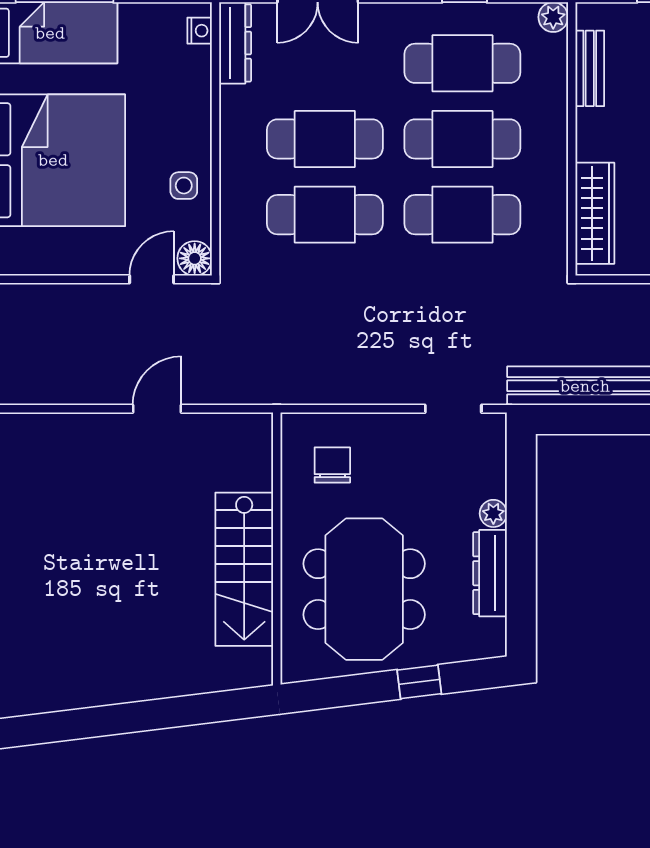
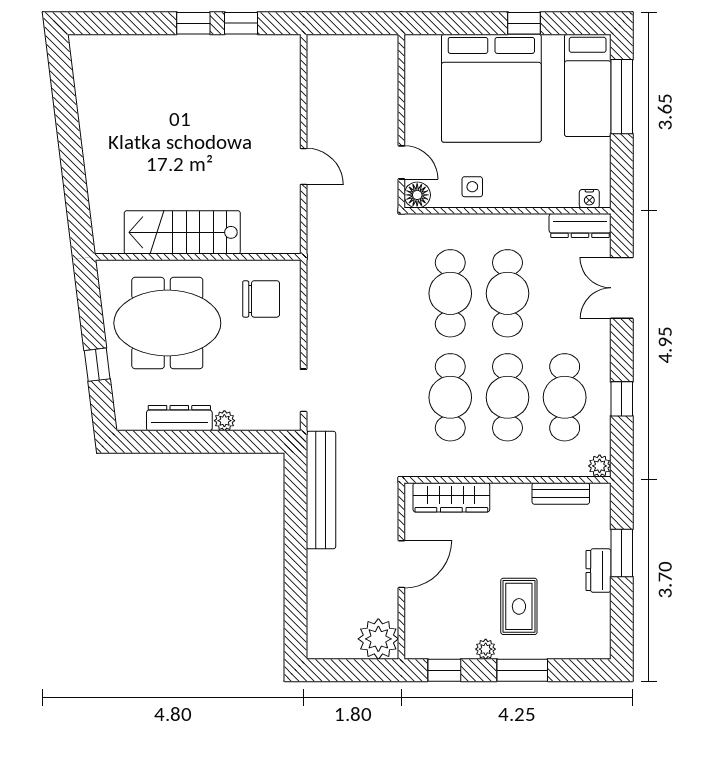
chair: (332, 465) -> (261, 299), width x1.37, depth x1.37

